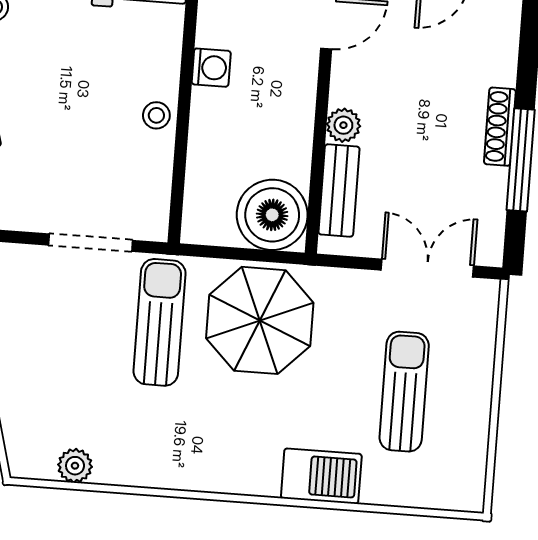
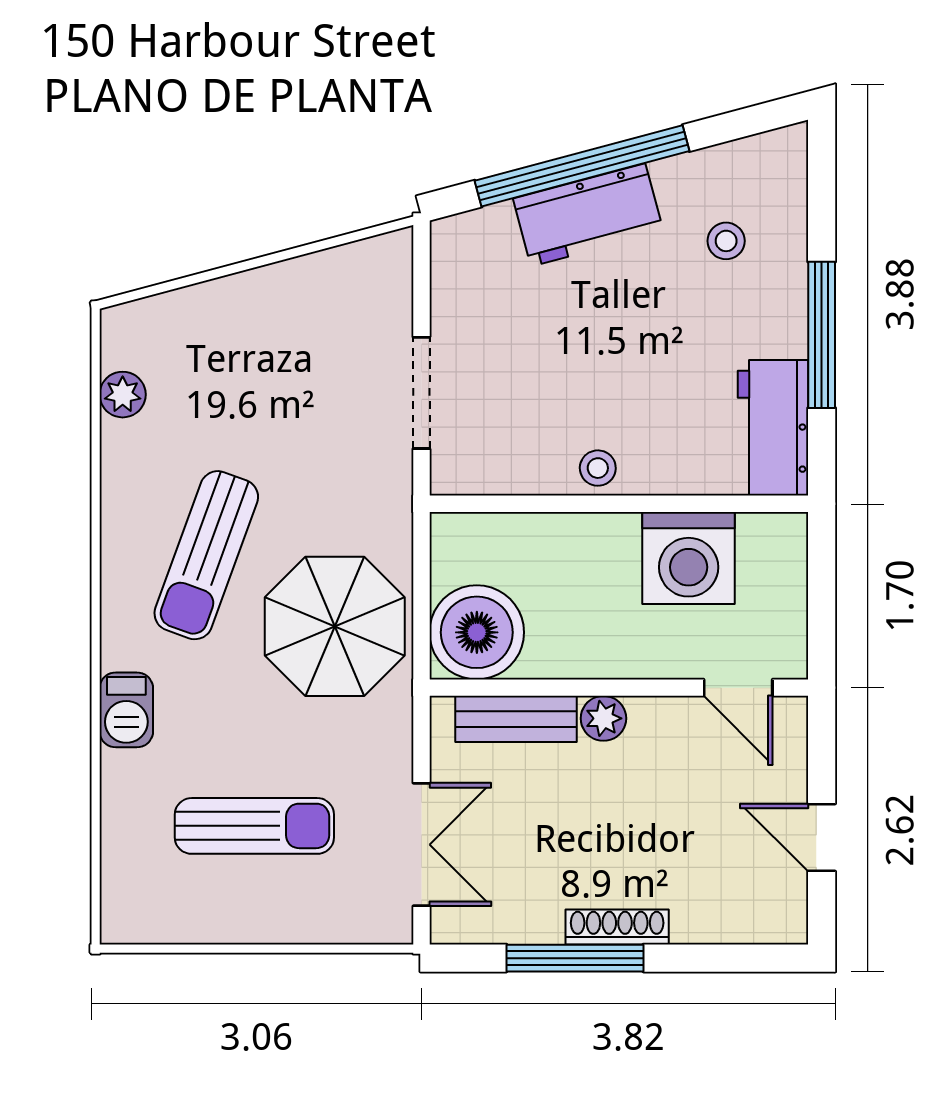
washing machine: (211, 68) -> (689, 558), width x1.89, depth x1.89
sun lounger: (160, 322) -> (206, 555), moved, turned 110
barbecue: (321, 476) -> (126, 710), width x0.73, depth x0.79

